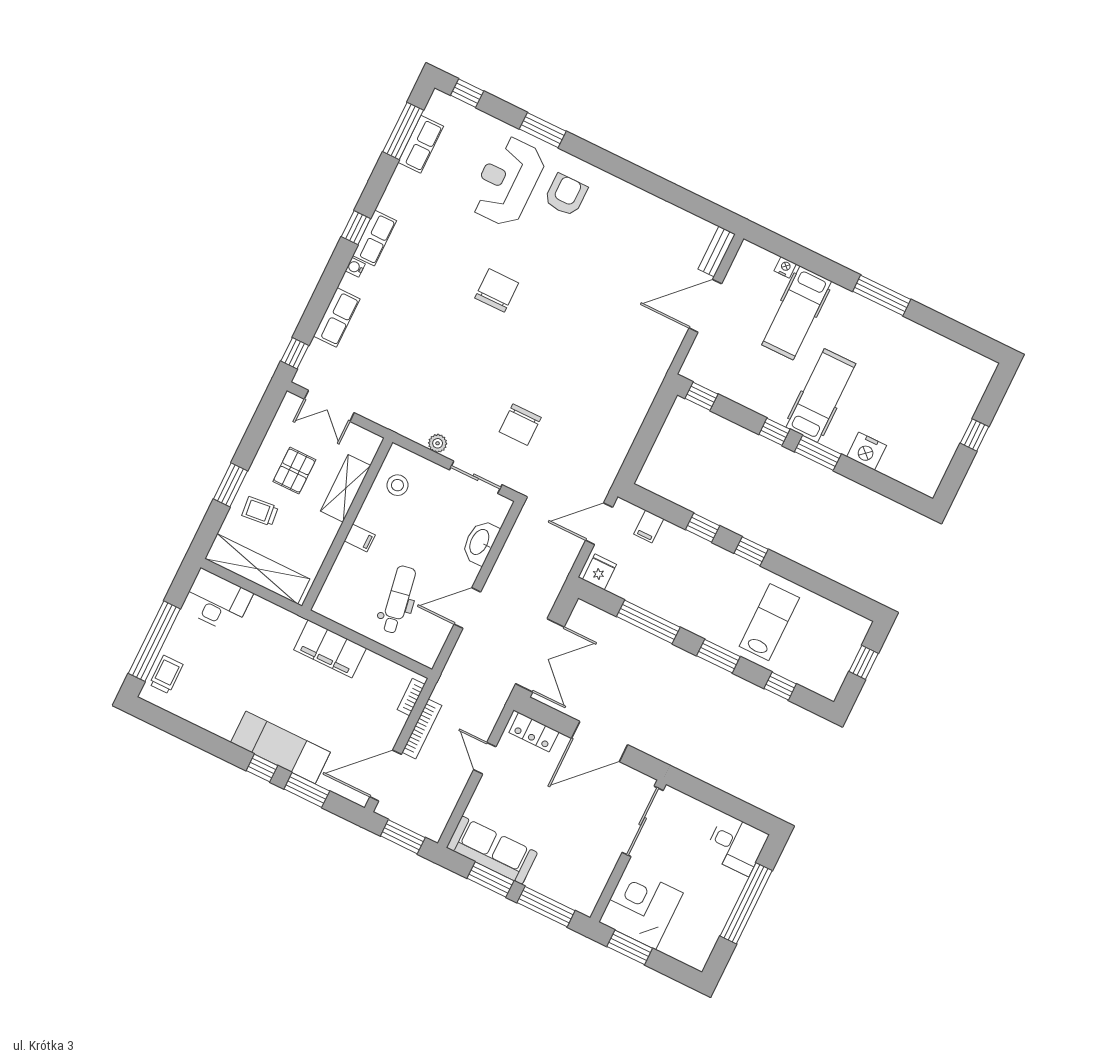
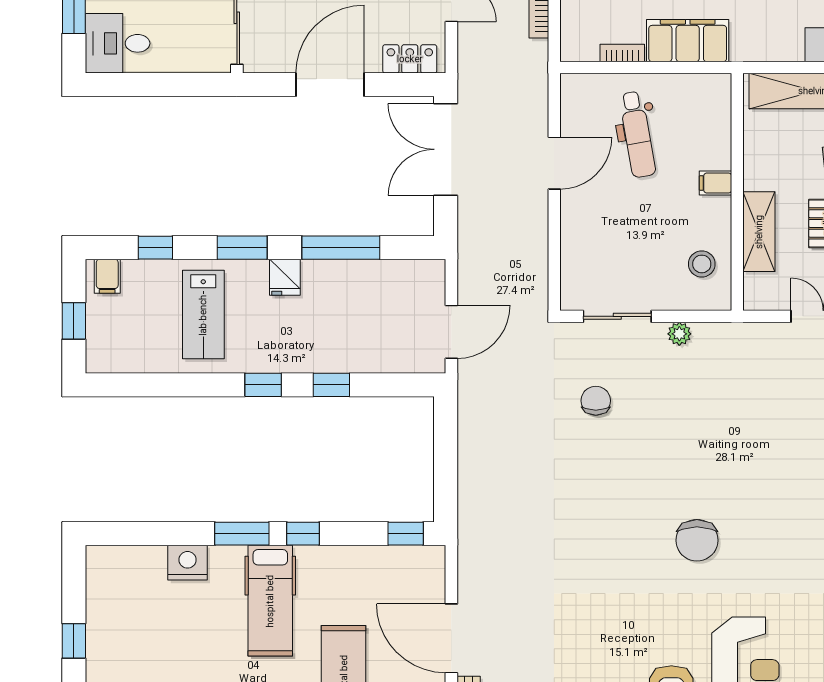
door: (705, 306) -> (451, 638), swing flipped
chair: (520, 425) -> (596, 401), width x0.73, depth x0.73
filing cabinet: (649, 526) -> (107, 276), moved, turned 180
washbasin: (480, 542) -> (576, 245), removed
fridge: (599, 572) -> (285, 277), moved
bookcase: (411, 697) -> (622, 53), moved, turned -90

